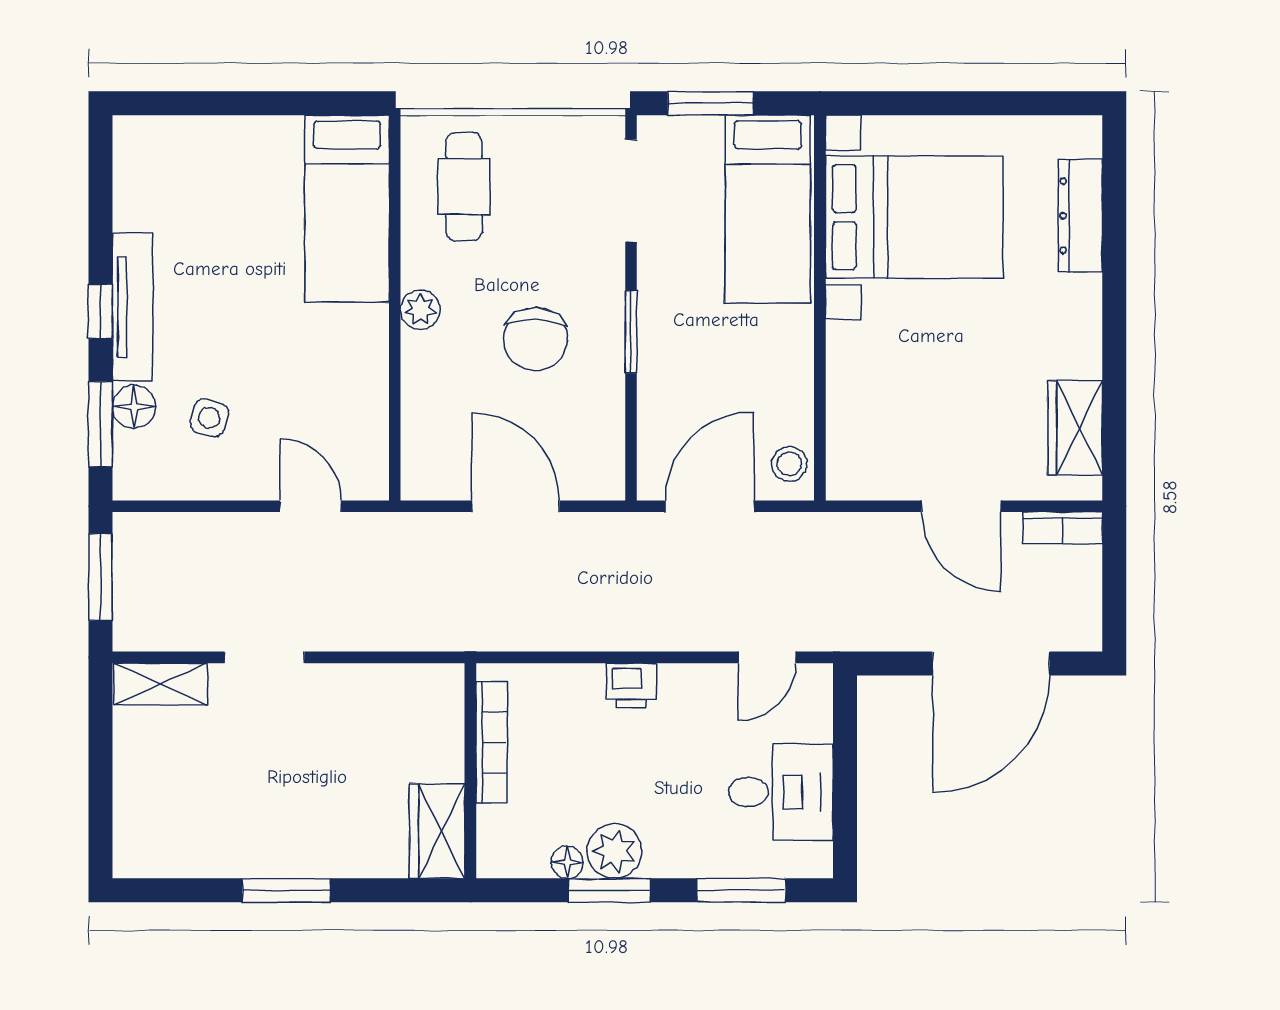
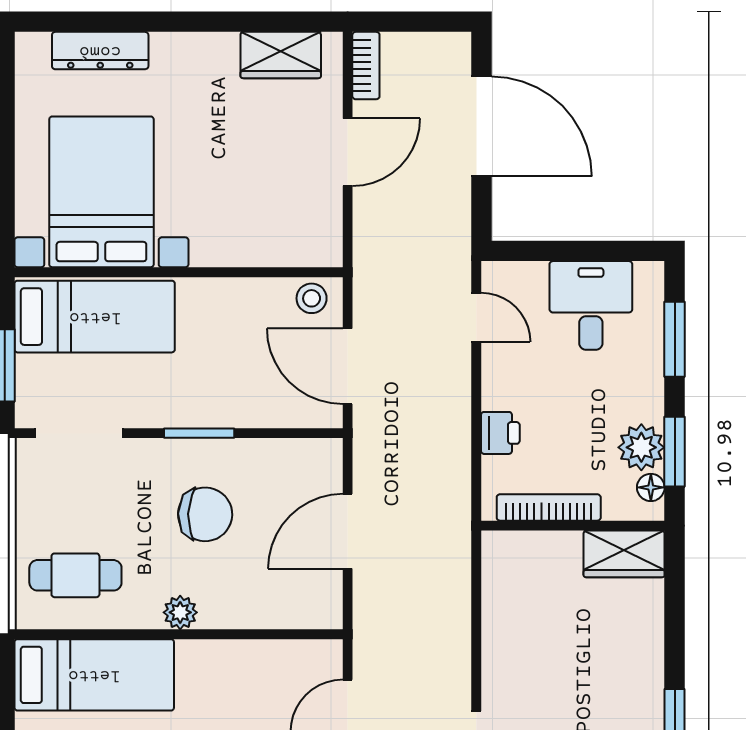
bookcase: (492, 742) -> (549, 507), moved
wall: (470, 771) -> (573, 526), moved
wardrobe: (437, 831) -> (624, 554), moved

